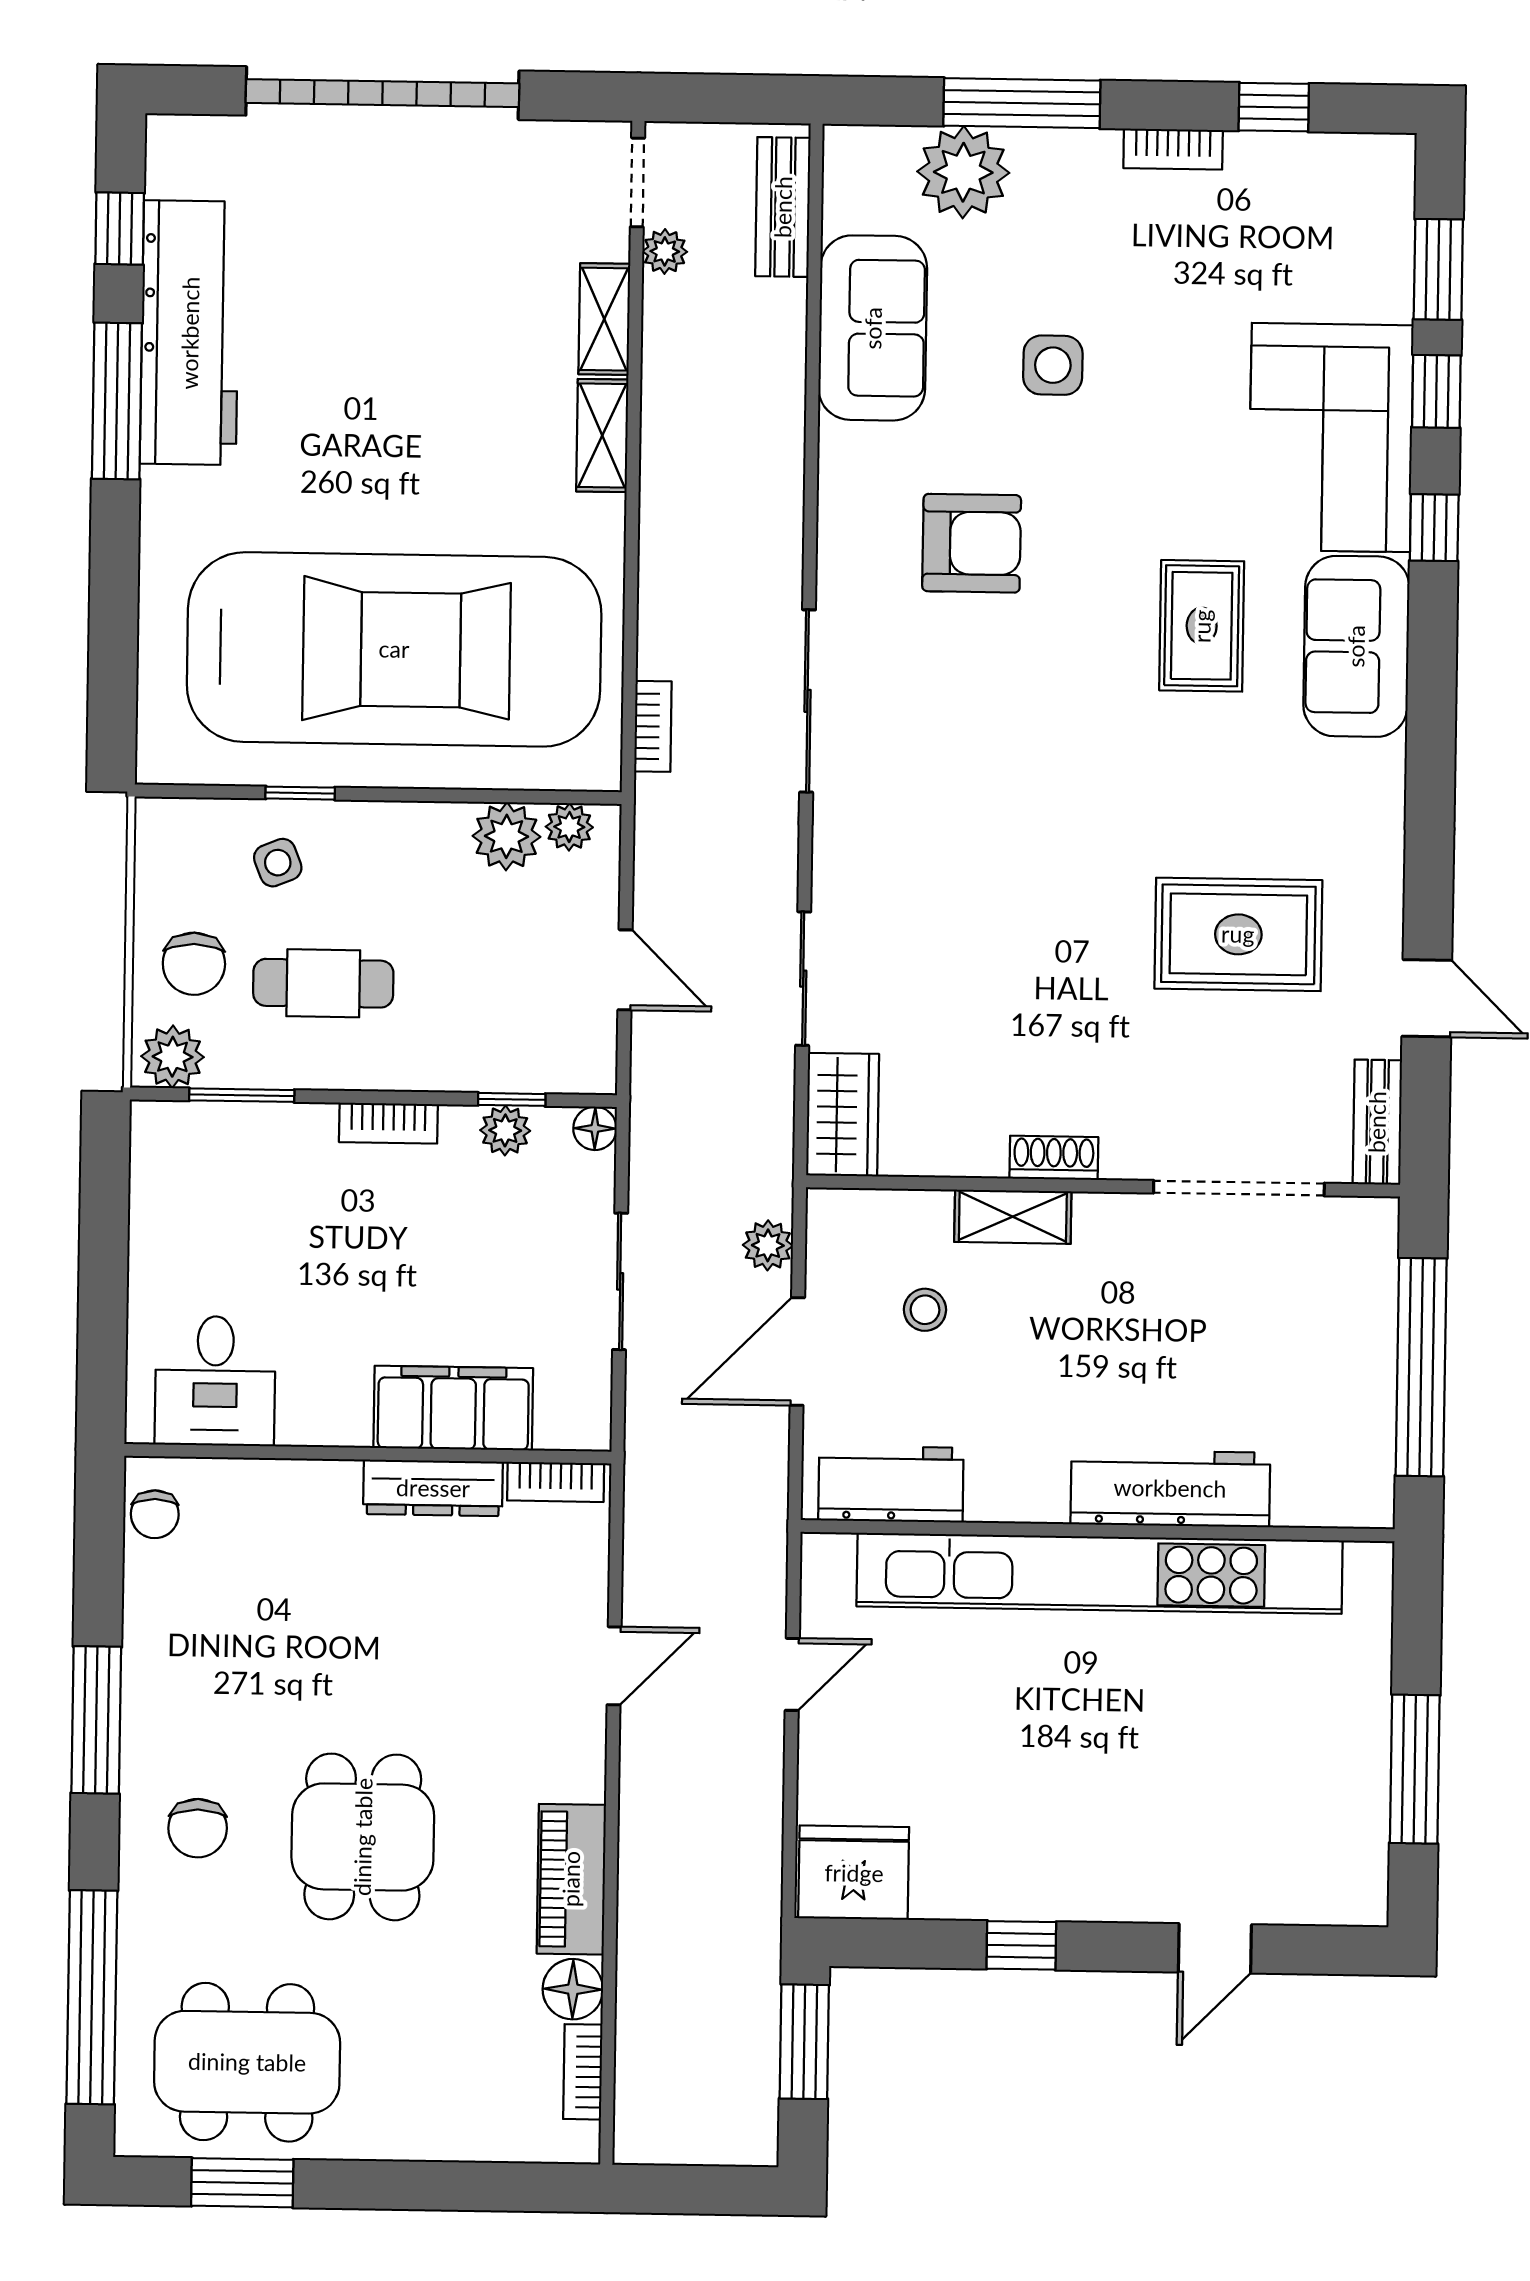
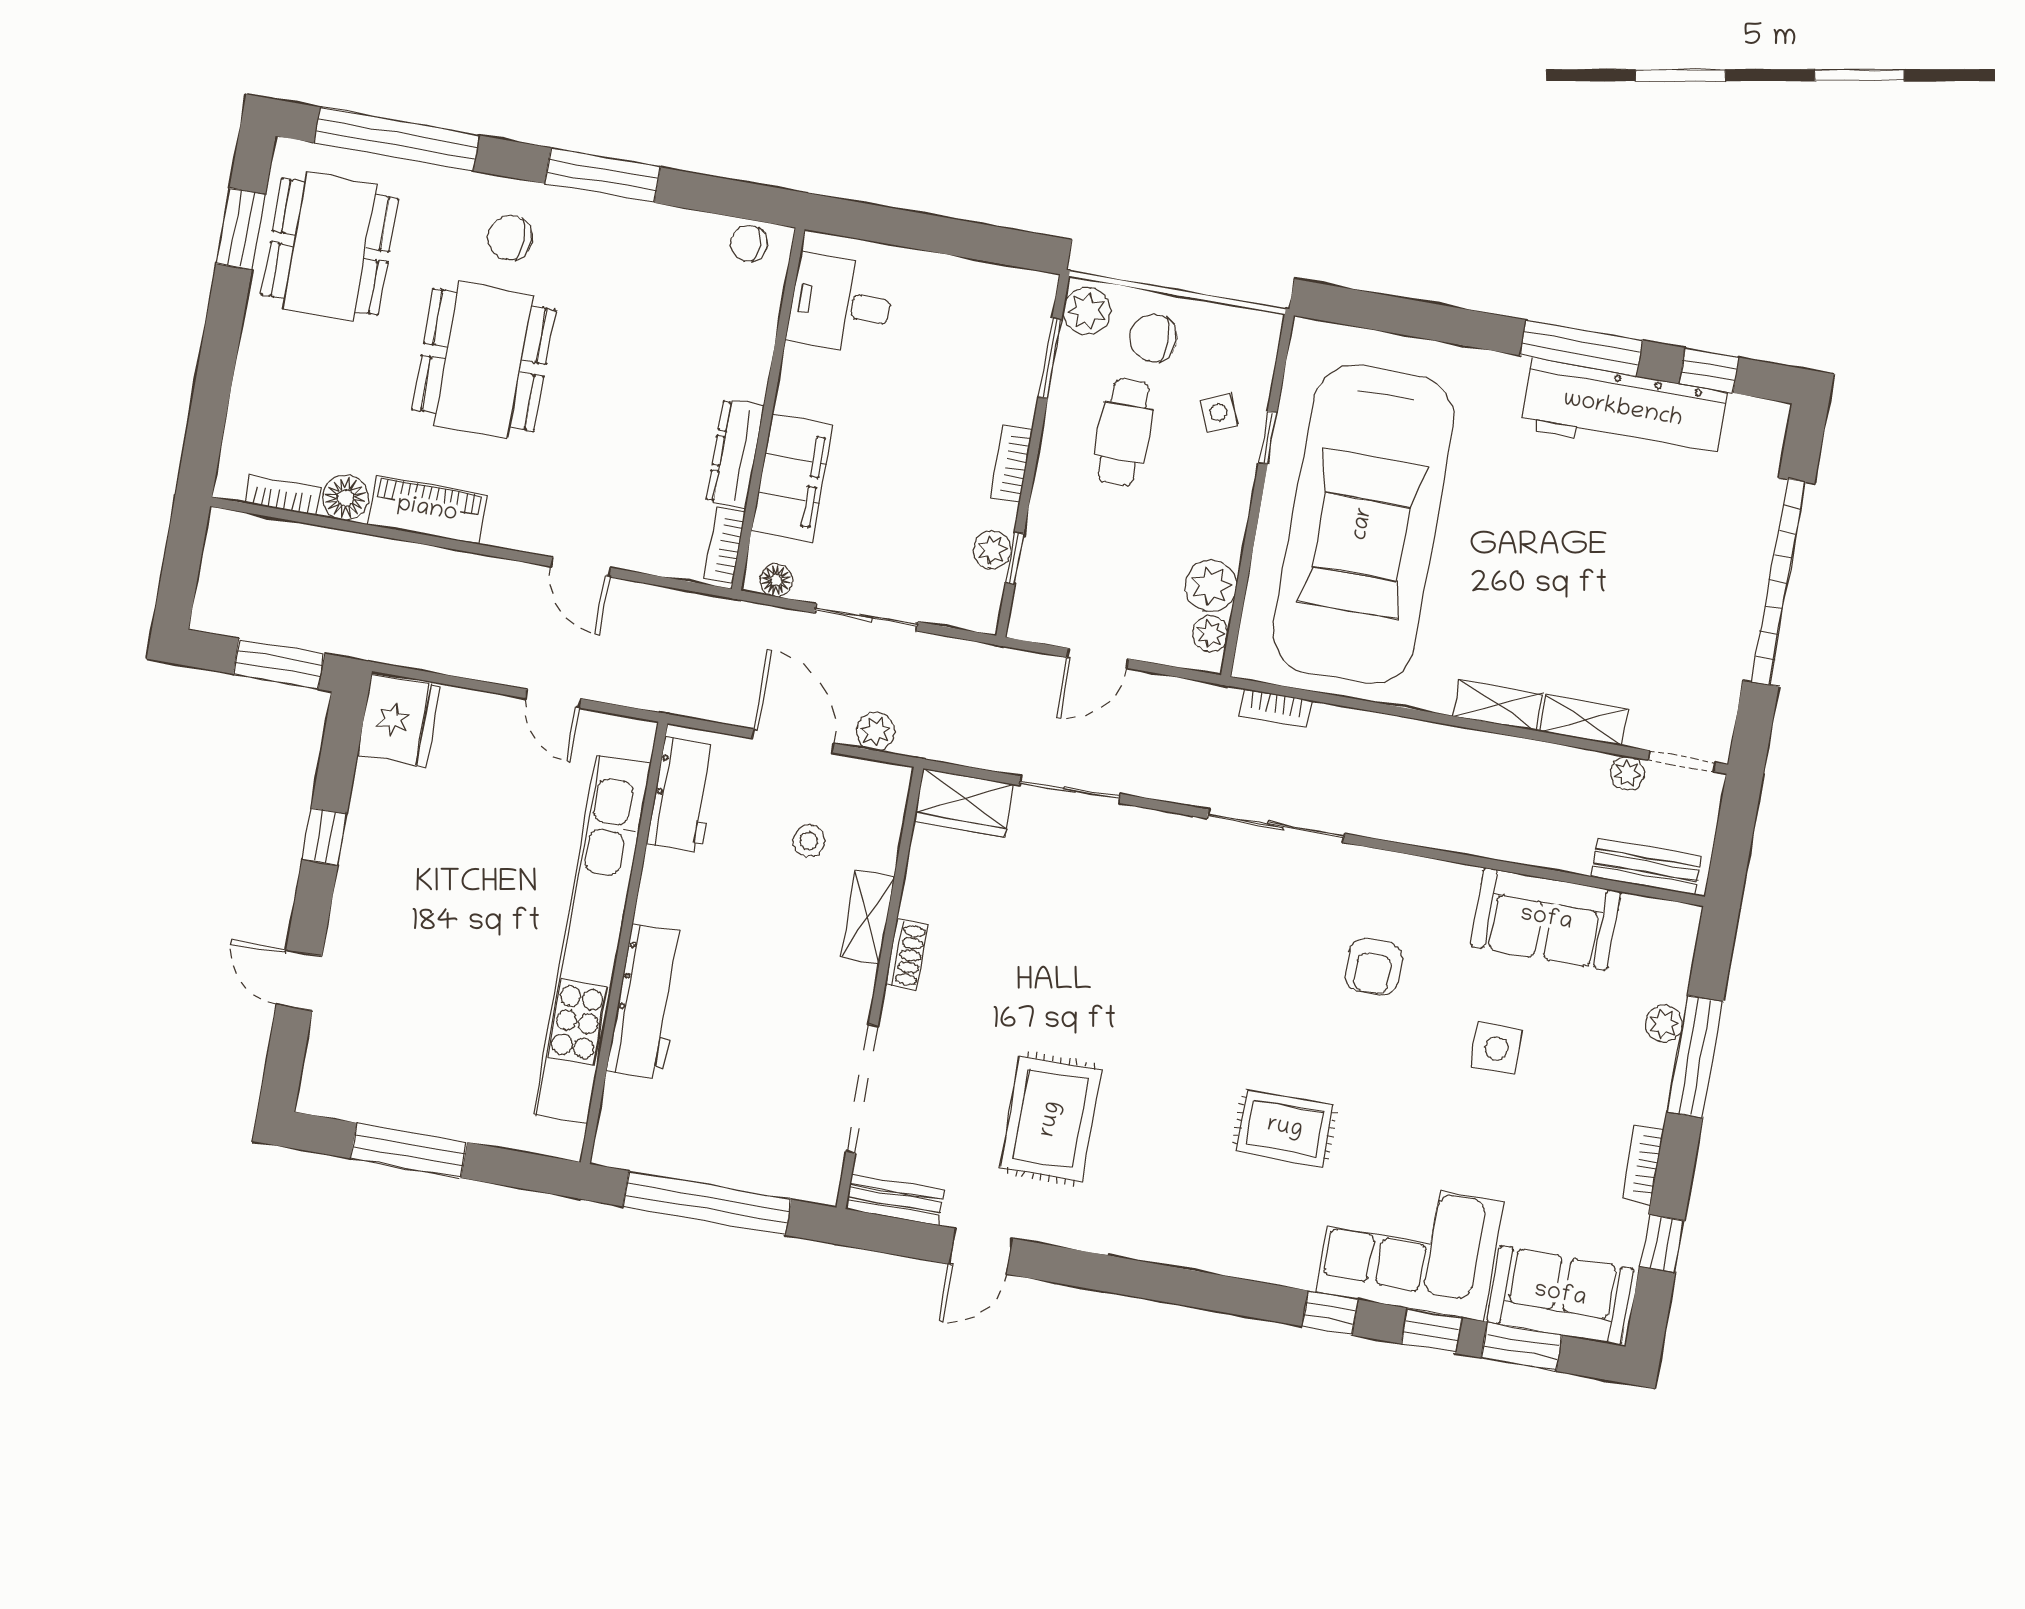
plant: (963, 172) -> (1664, 1024), width x0.53, depth x0.53
armchair: (972, 543) -> (1374, 967), width x0.72, depth x0.72
sofa: (1356, 646) -> (1560, 1295), moved
floor lamp: (595, 1128) -> (776, 580), moved
dining table: (363, 1837) -> (484, 360), width x1.38

